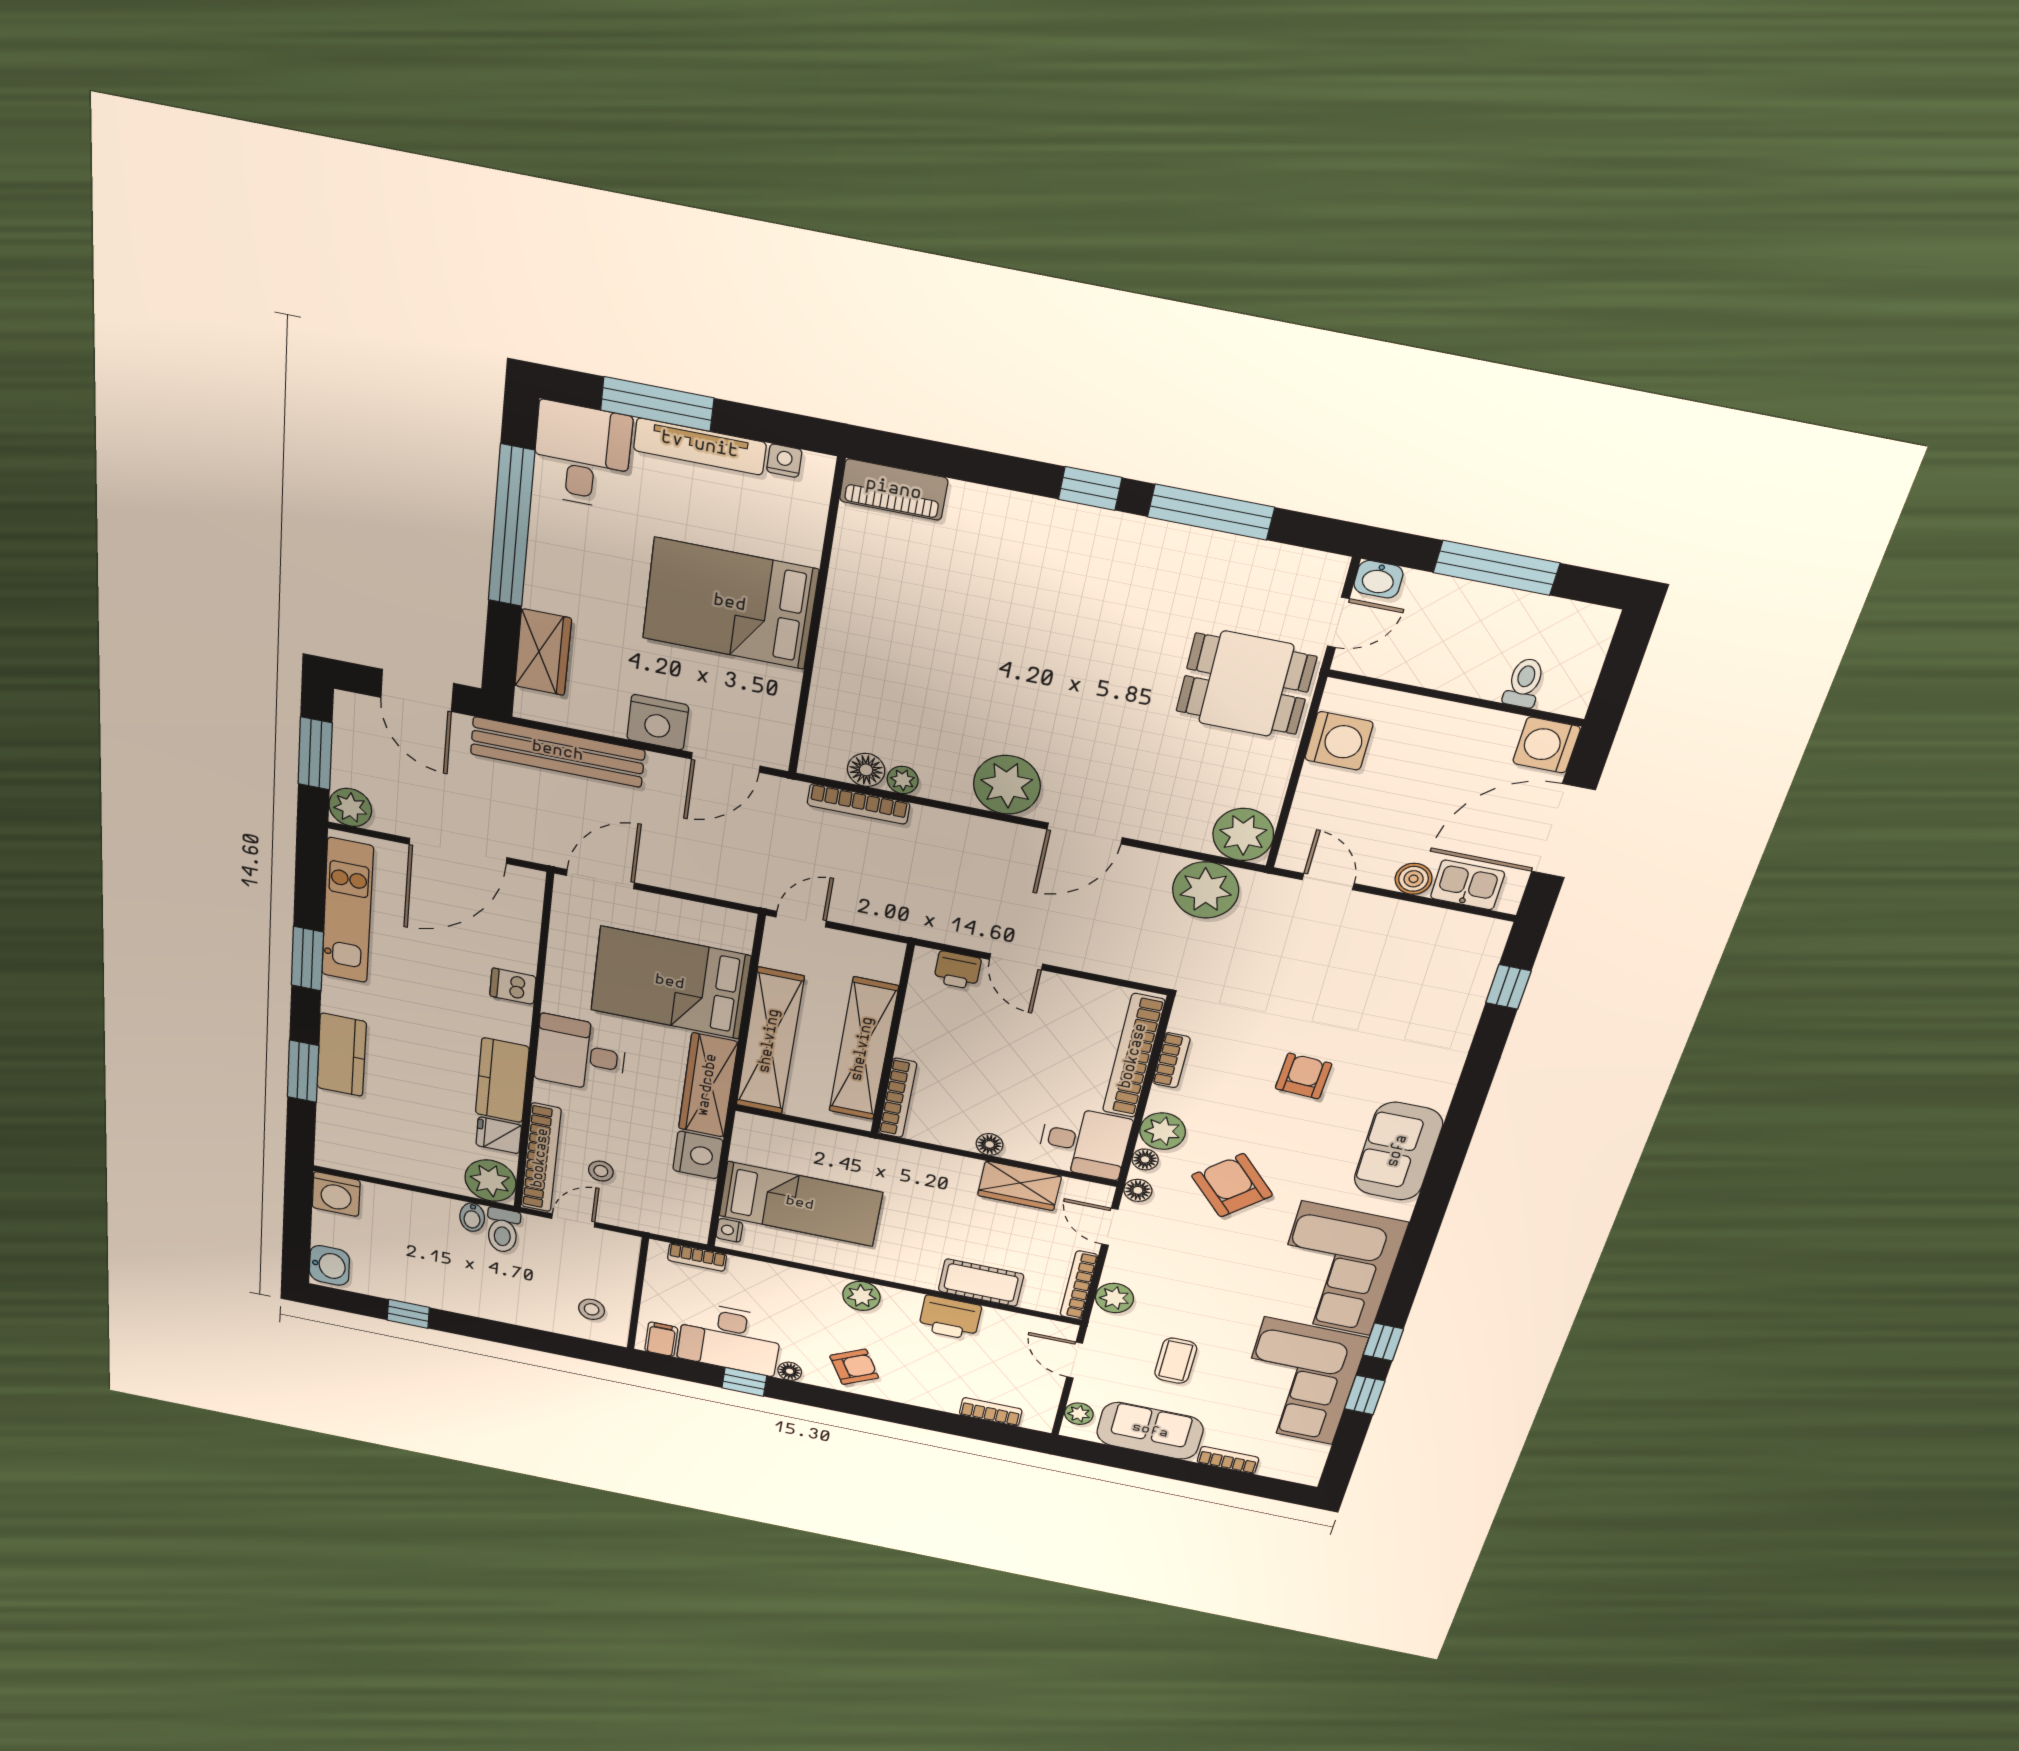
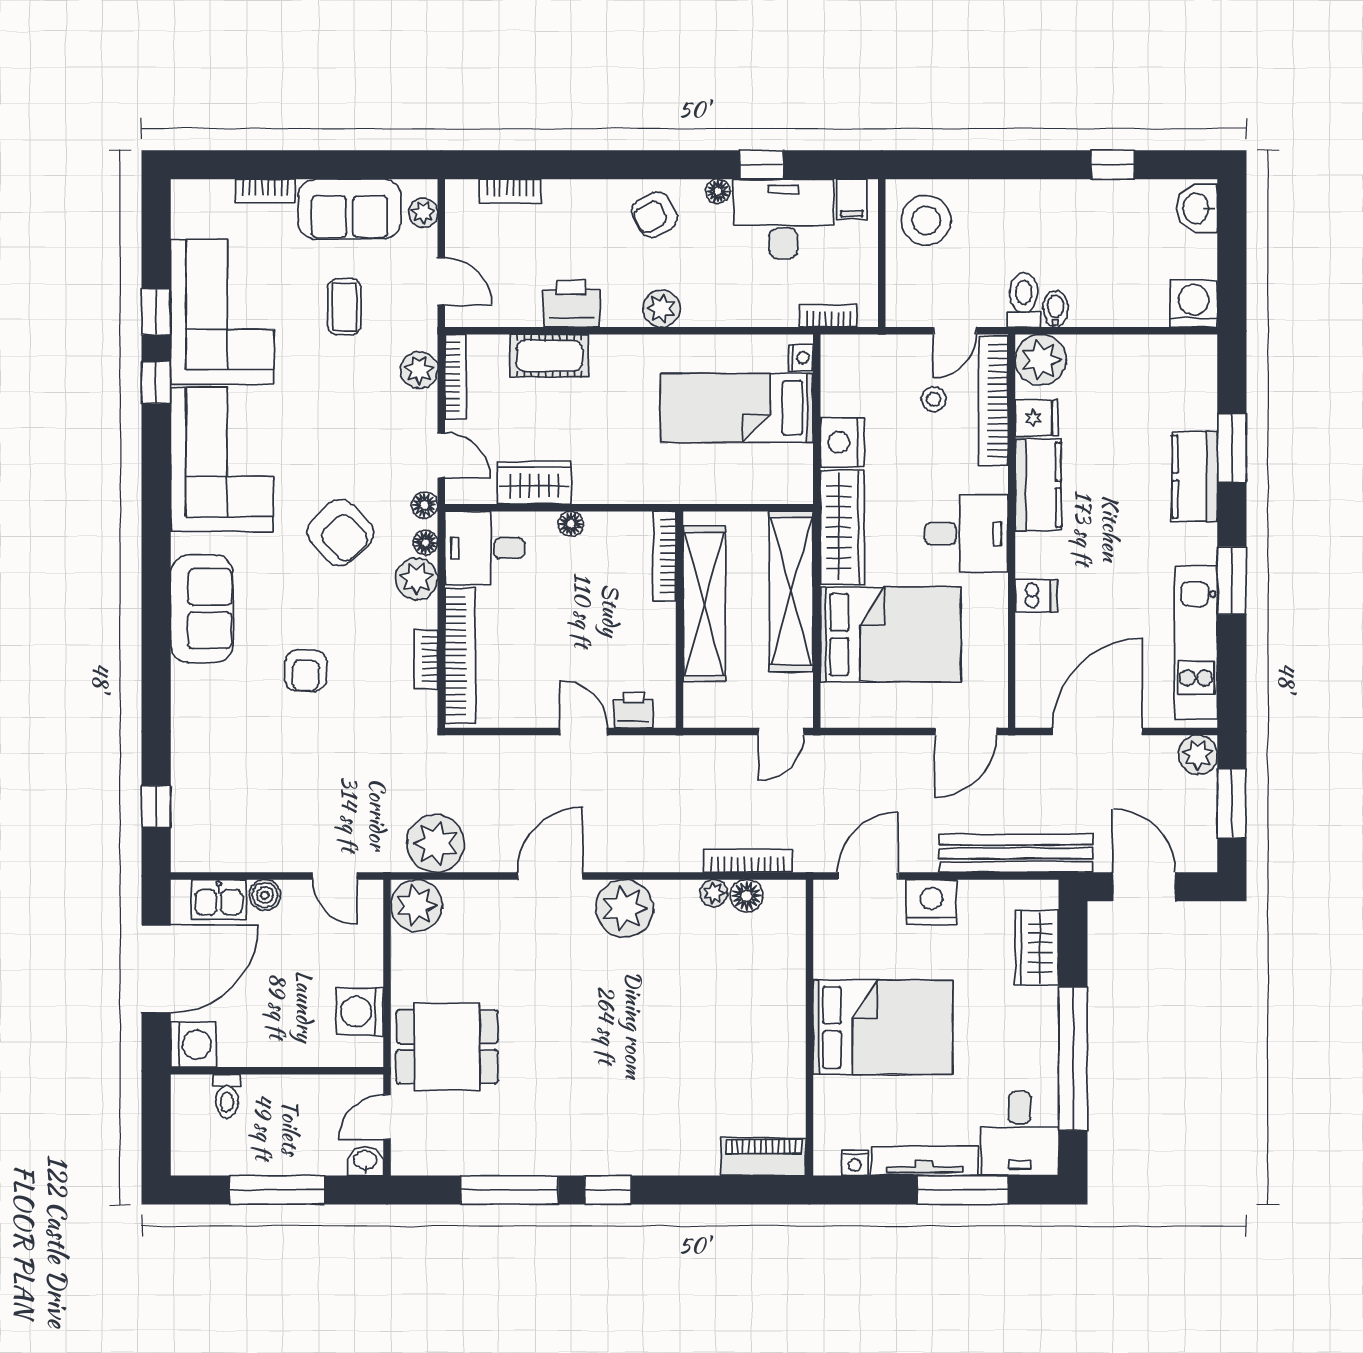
stool: (592, 1309) -> (926, 220), width x1.89, depth x1.89

